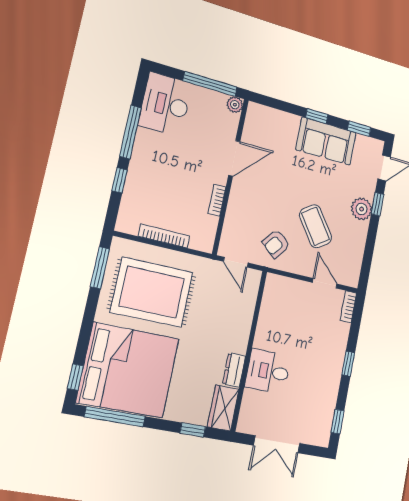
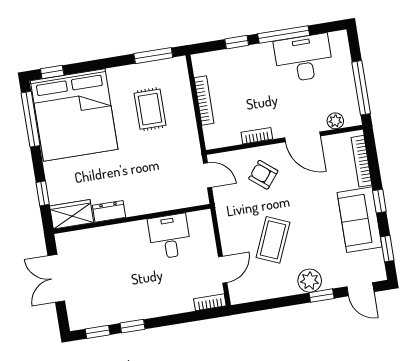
desk: (165, 104) -> (303, 58), moved
plant: (235, 105) -> (335, 121), moved
bookcase: (276, 115) -> (361, 161), added
coffee table: (315, 226) -> (273, 240), turned -32
armchair: (276, 244) -> (263, 175), moved
door: (236, 262) -> (207, 175), swing flipped
rug: (152, 292) -> (150, 109), width x0.54, depth x0.49
window: (348, 364) -> (133, 326), moved
desk: (268, 371) -> (169, 236), moved

